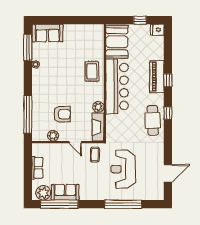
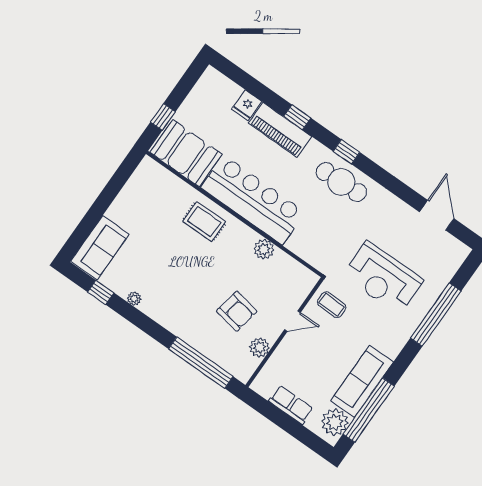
window: (140, 20) -> (163, 117), moved
fridge: (157, 30) -> (247, 105), moved
window: (28, 47) -> (101, 292), width x0.46
armchair: (62, 114) -> (237, 311), turned 100
fireplace: (98, 127) -> (294, 271), removed
sofa: (65, 192) -> (362, 381), width x1.36

